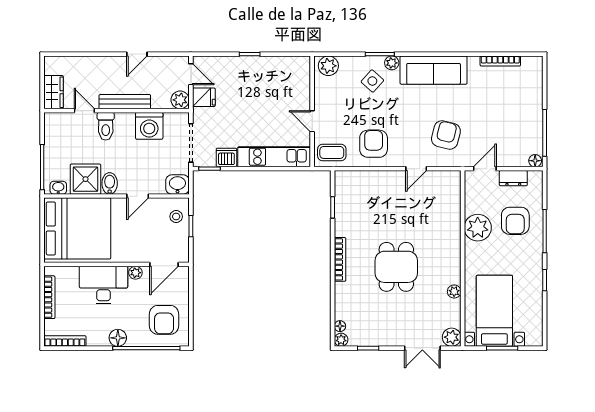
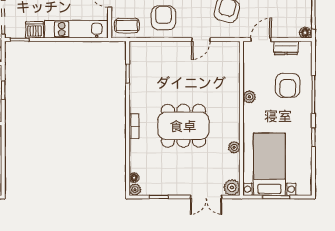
plant: (478, 228) -> (249, 97), width x0.53, depth x0.53
bookcase: (340, 259) -> (134, 126), width x0.64
dining table: (396, 267) -> (183, 126), width x1.38

